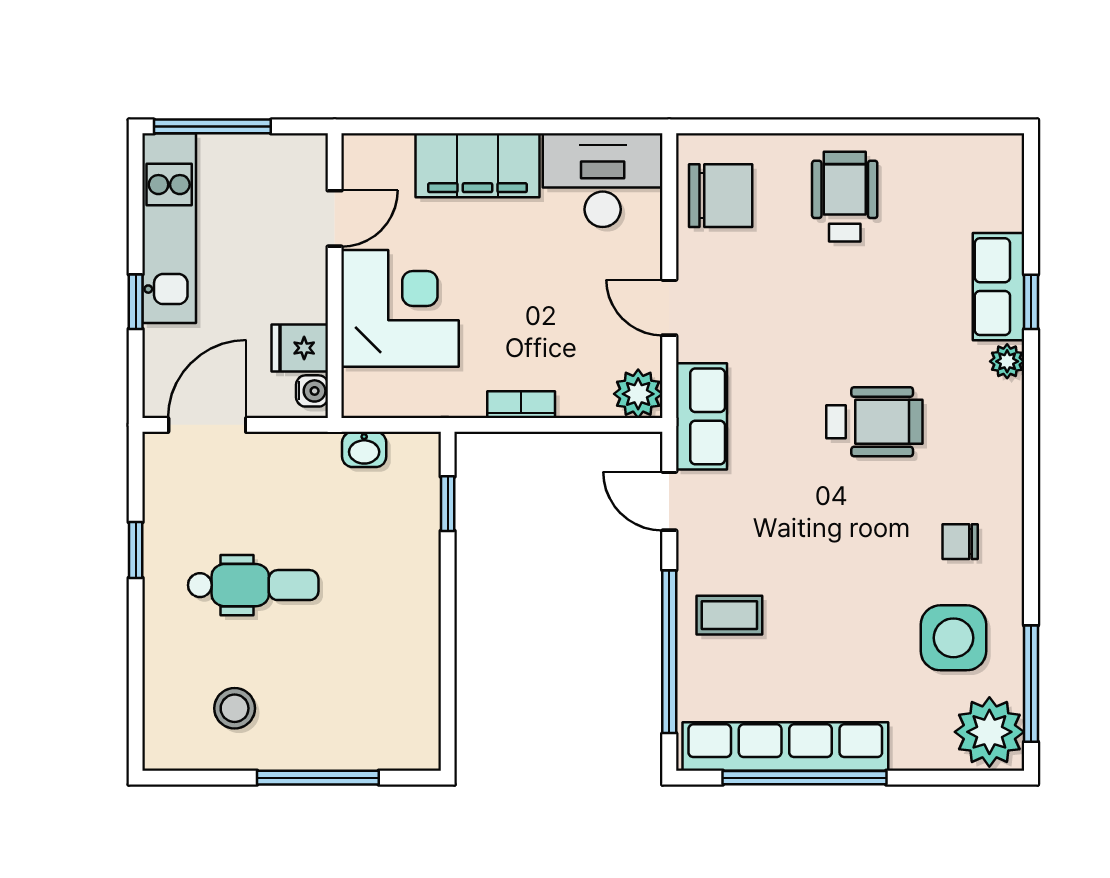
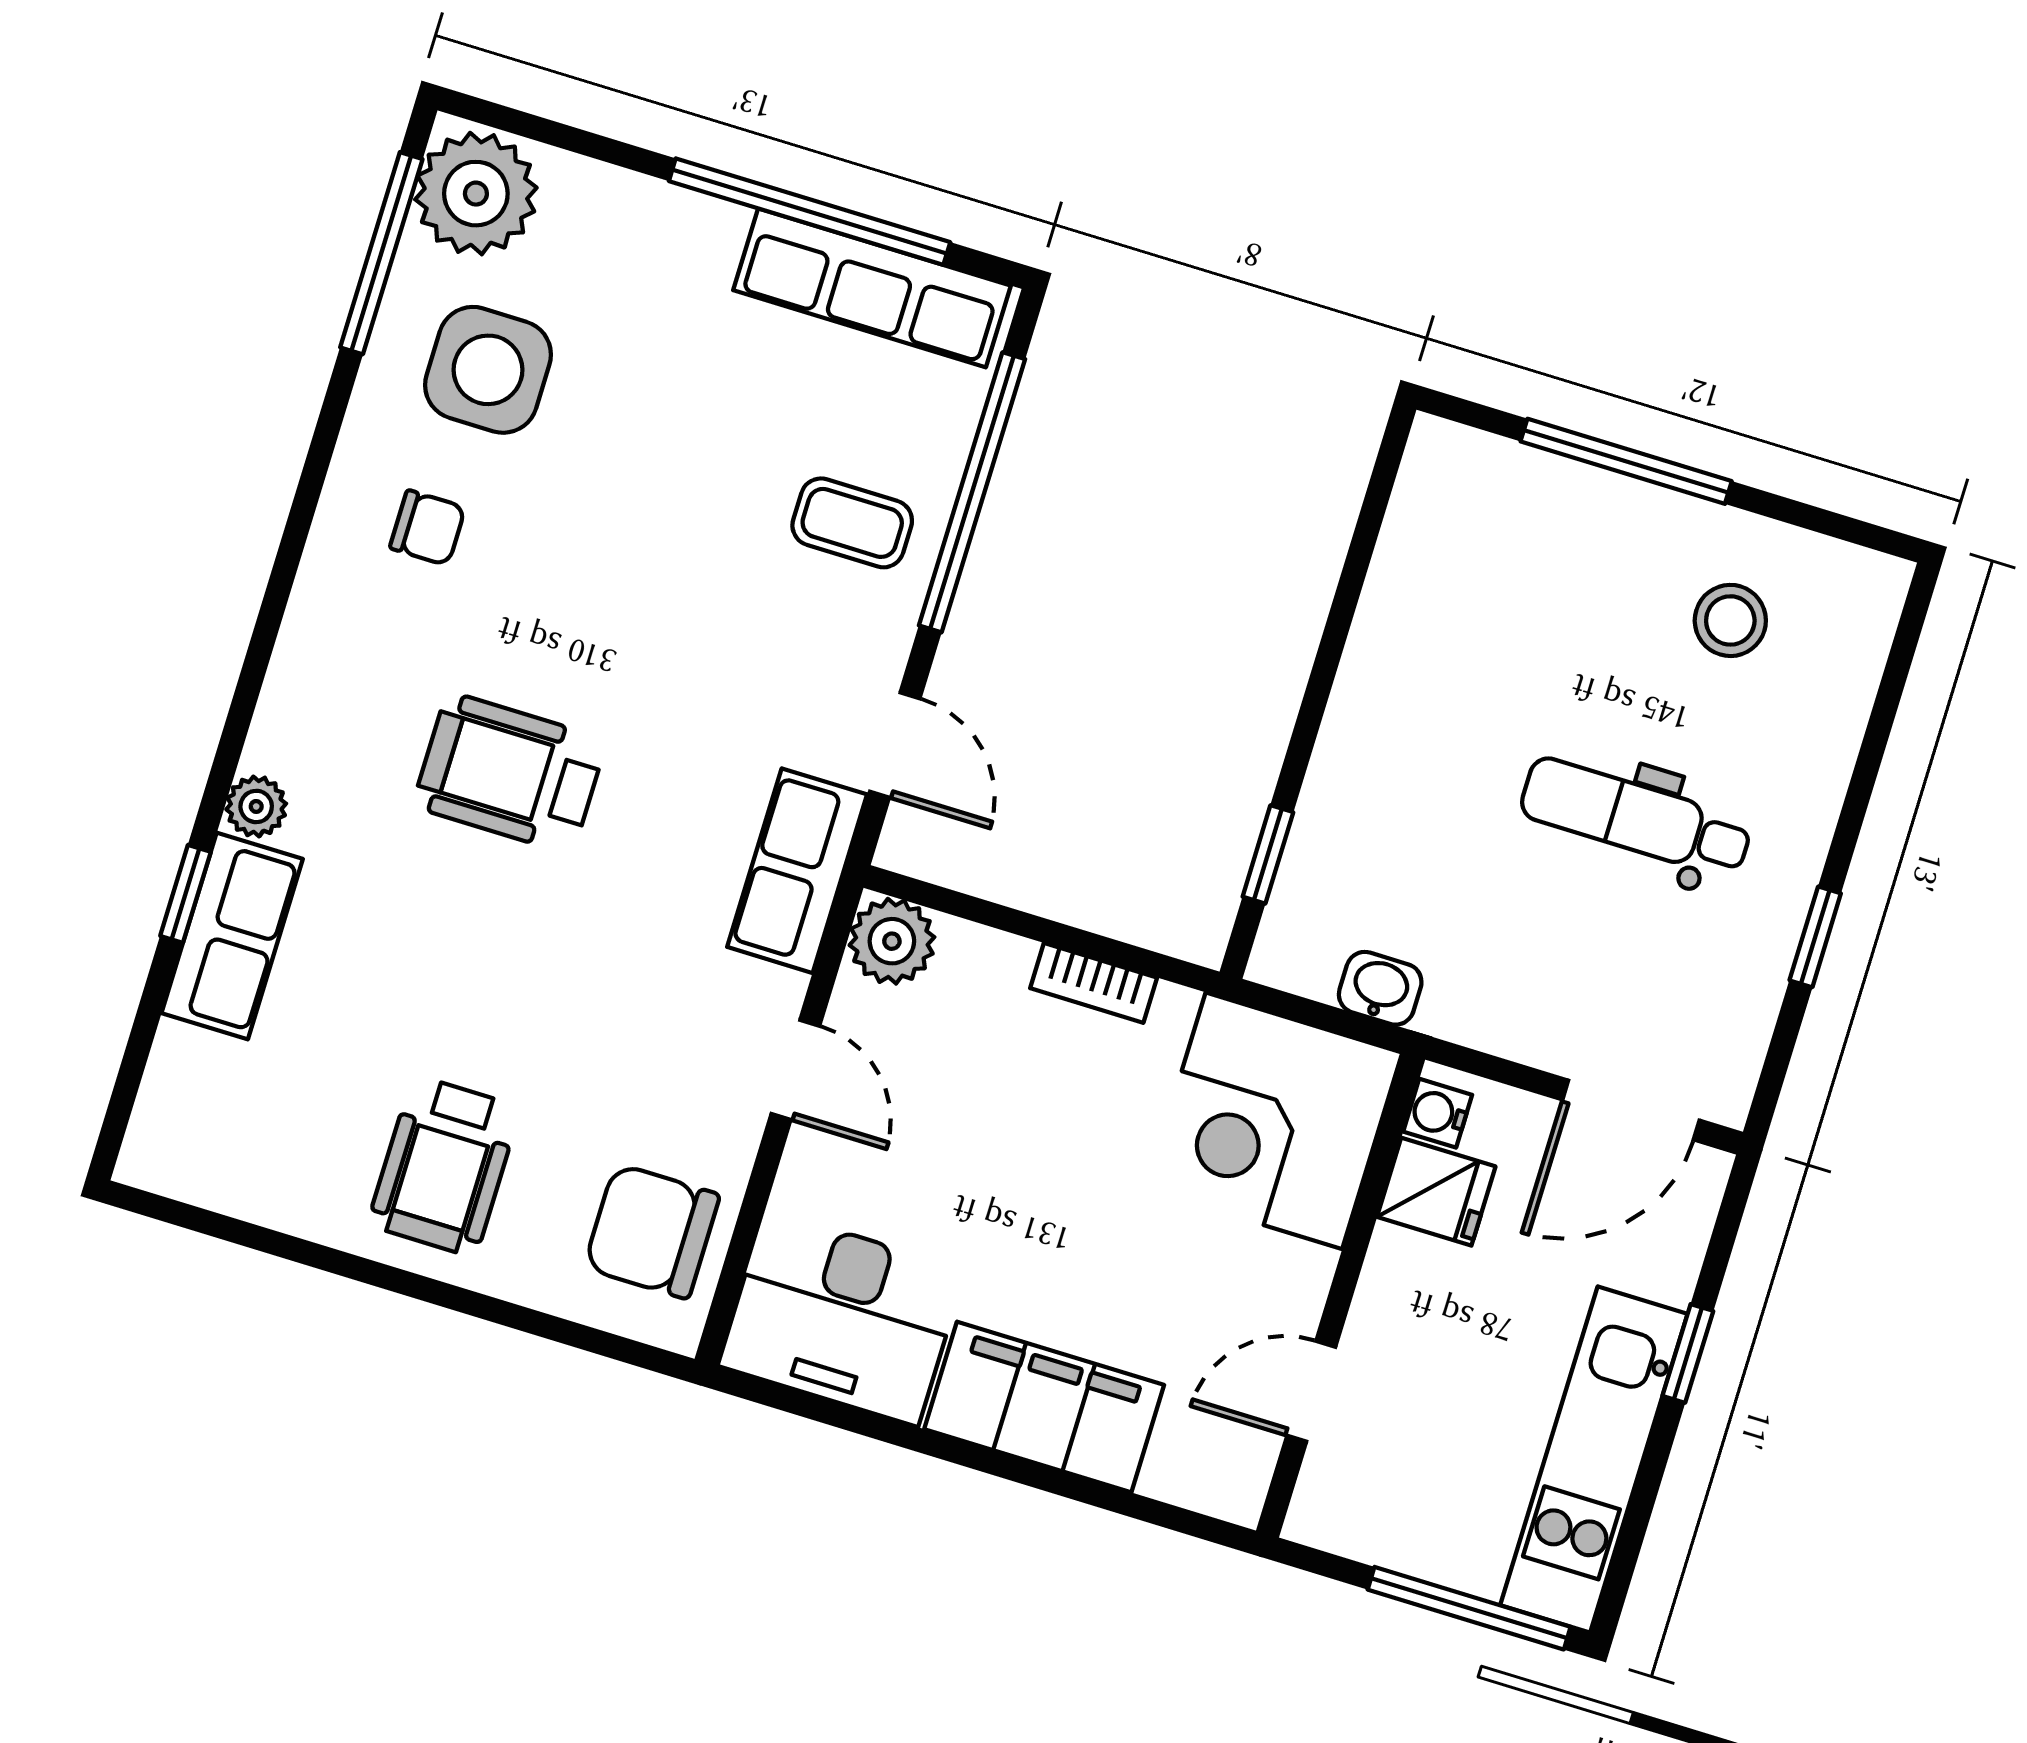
corner desk: (400, 308) -> (1274, 1121), moved
row of seats: (785, 747) -> (872, 288), width x0.73

